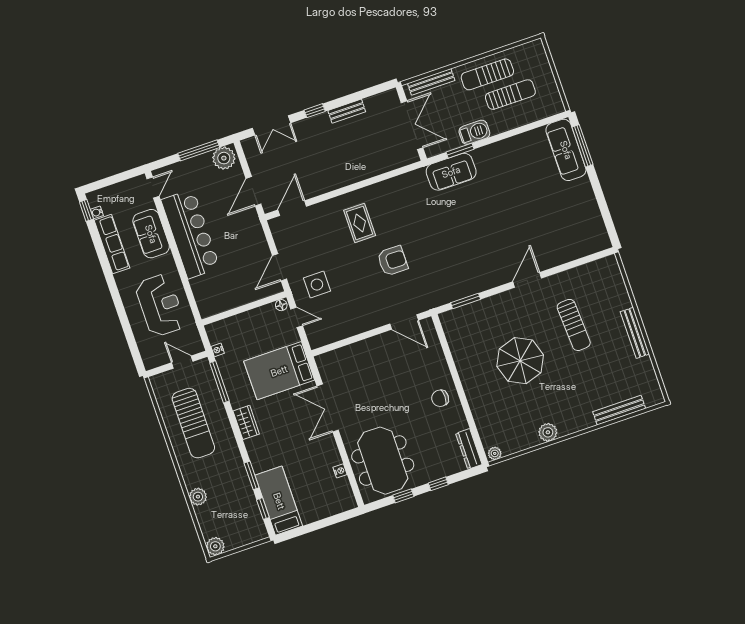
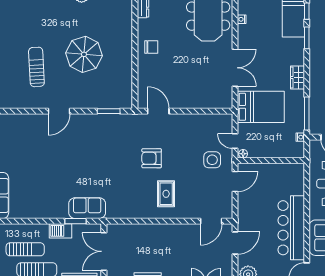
sun lounger: (510, 95) -> (25, 249), turned 180

